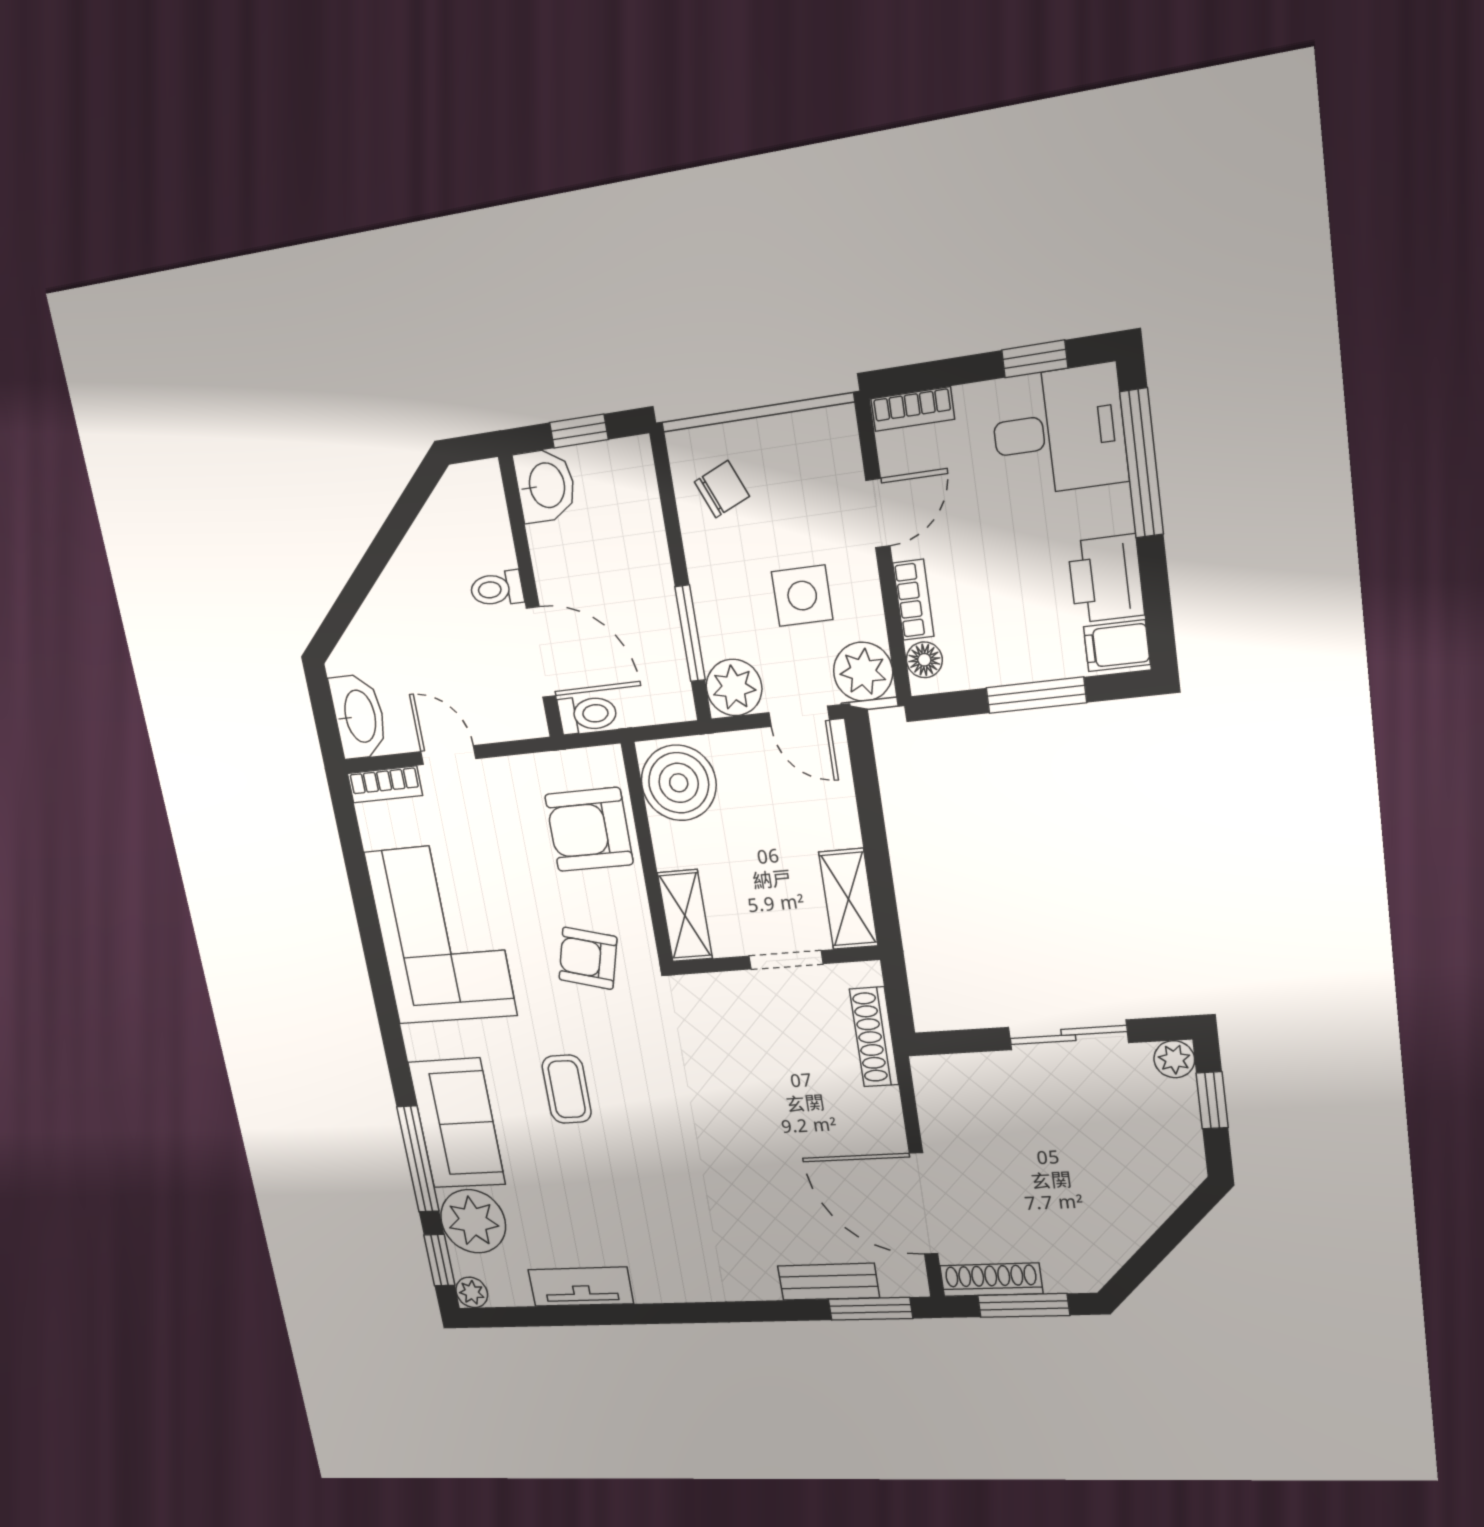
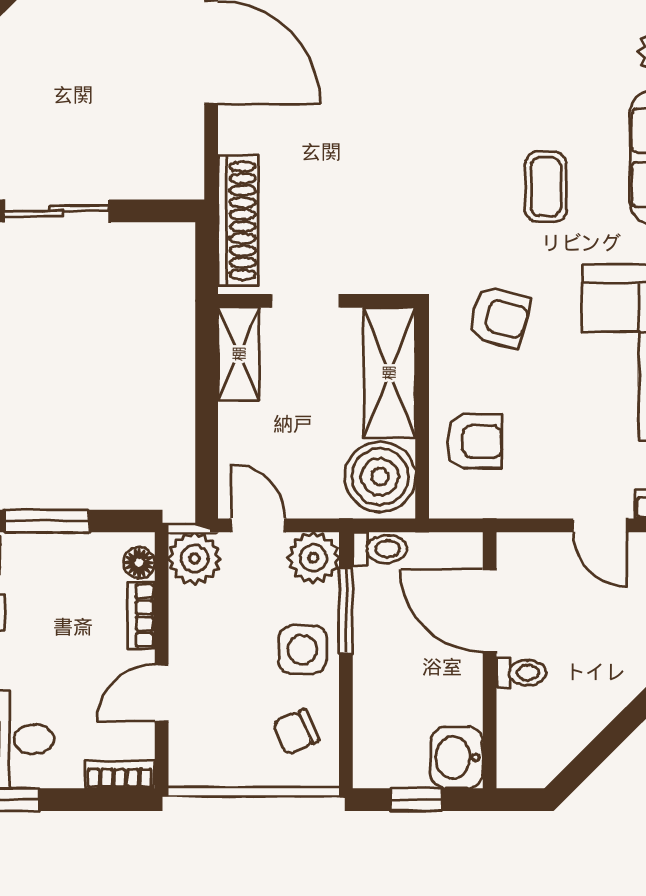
side table: (802, 596) -> (302, 650), moved
toilet: (588, 714) -> (380, 549), moved, turned 180
armchair: (589, 829) -> (475, 441), width x0.72, depth x0.72
shelving: (685, 916) -> (389, 373), width x1.50, depth x1.33
shoe rack: (874, 1037) -> (238, 221), width x1.36, depth x1.24

